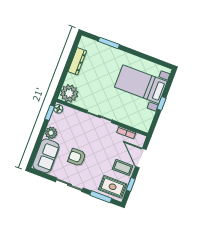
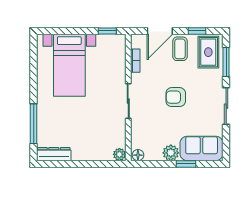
window: (109, 43) -> (34, 124), width x1.44
dresser: (77, 61) -> (54, 154), moved
plant: (69, 93) -> (119, 154), width x0.53, depth x0.53
window: (161, 103) -> (107, 31), moved
window: (50, 113) -> (186, 164), moved
armchair: (77, 157) -> (176, 97), moved, turned 90

